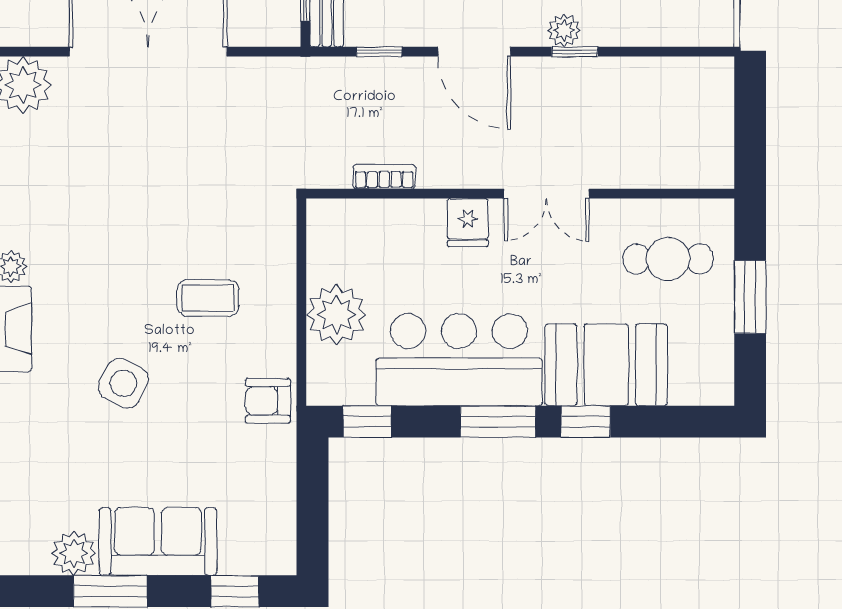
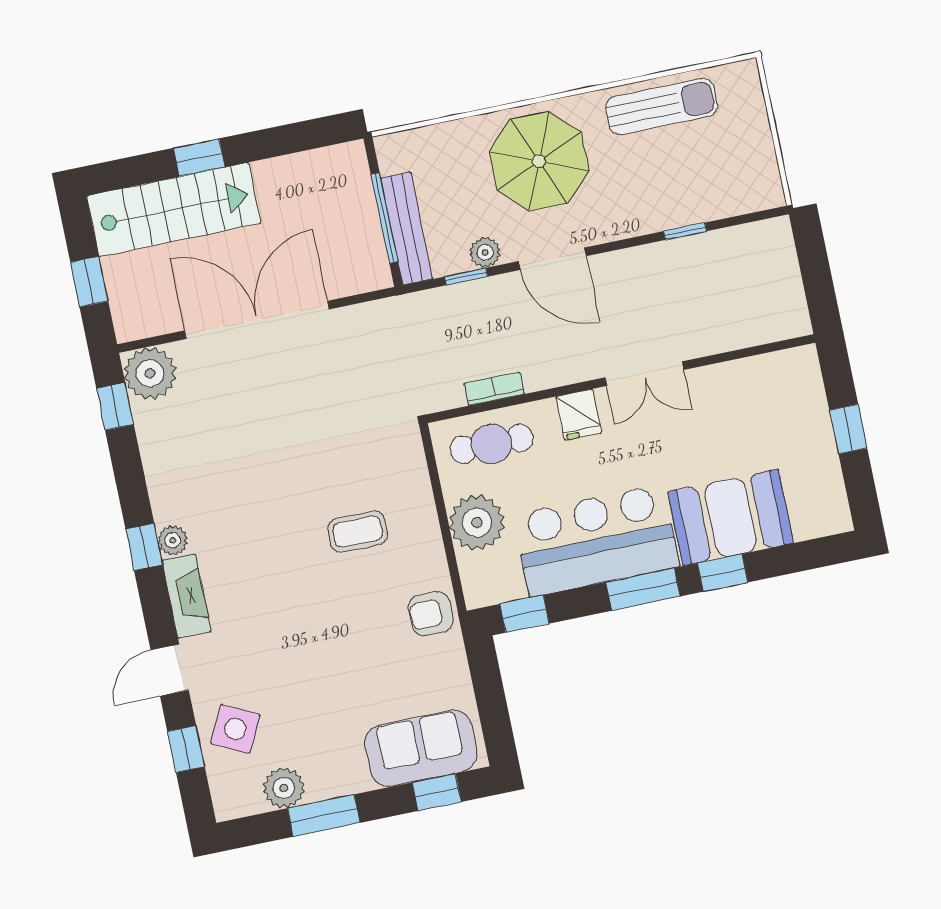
plant: (564, 30) -> (485, 252), moved
window: (575, 52) -> (685, 231), moved
cafe table: (668, 259) -> (492, 444), moved
window: (750, 297) -> (848, 429), width x0.67
side table: (123, 383) -> (235, 729), moved
sofa: (158, 541) -> (421, 748), moved

